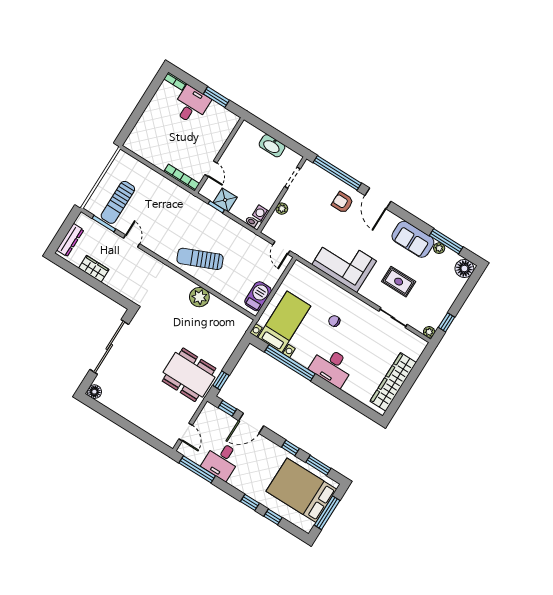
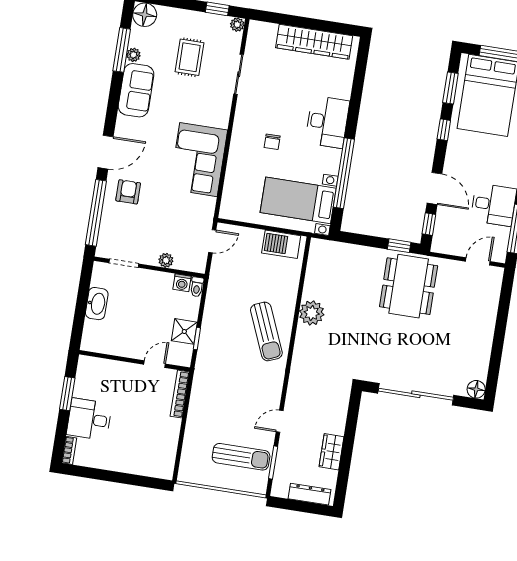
armchair: (342, 202) -> (128, 192), turned 180
rug: (399, 282) -> (190, 57), moved

